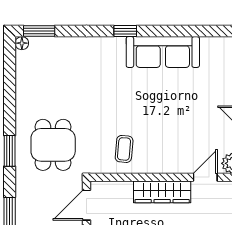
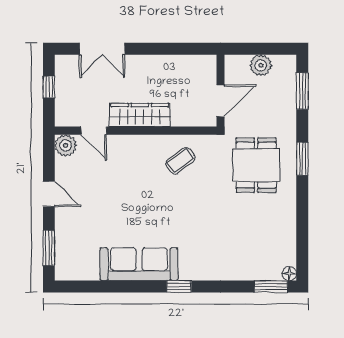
coffee table: (124, 149) -> (180, 161), turned 48
door: (205, 177) -> (94, 131), hinge flipped

